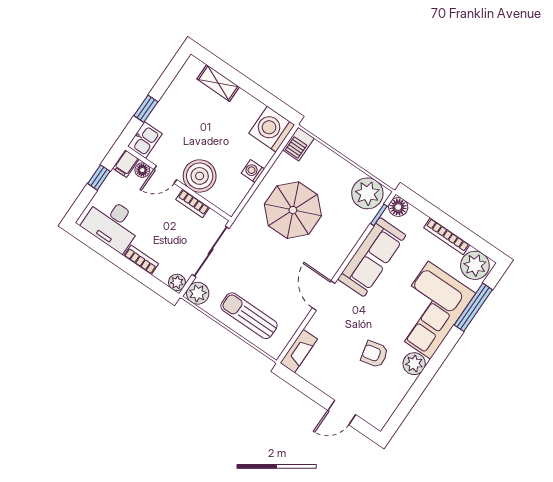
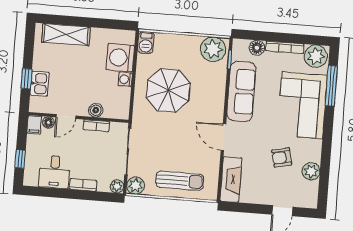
shelving: (218, 83) -> (66, 35), width x1.50, depth x1.33
washing machine: (272, 129) -> (120, 58), moved
kitchen sink: (145, 140) -> (40, 84), moved
boiler: (200, 176) -> (96, 110), width x0.54, depth x0.54
window: (99, 177) -> (20, 159), moved
floor lamp: (398, 207) -> (257, 48), moved
desk: (112, 224) -> (55, 172), width x0.73
sun lounger: (249, 316) -> (180, 181), turned 180
fireplace: (299, 351) -> (231, 179), width x1.37, depth x1.32
plant: (414, 364) -> (311, 171), moved

